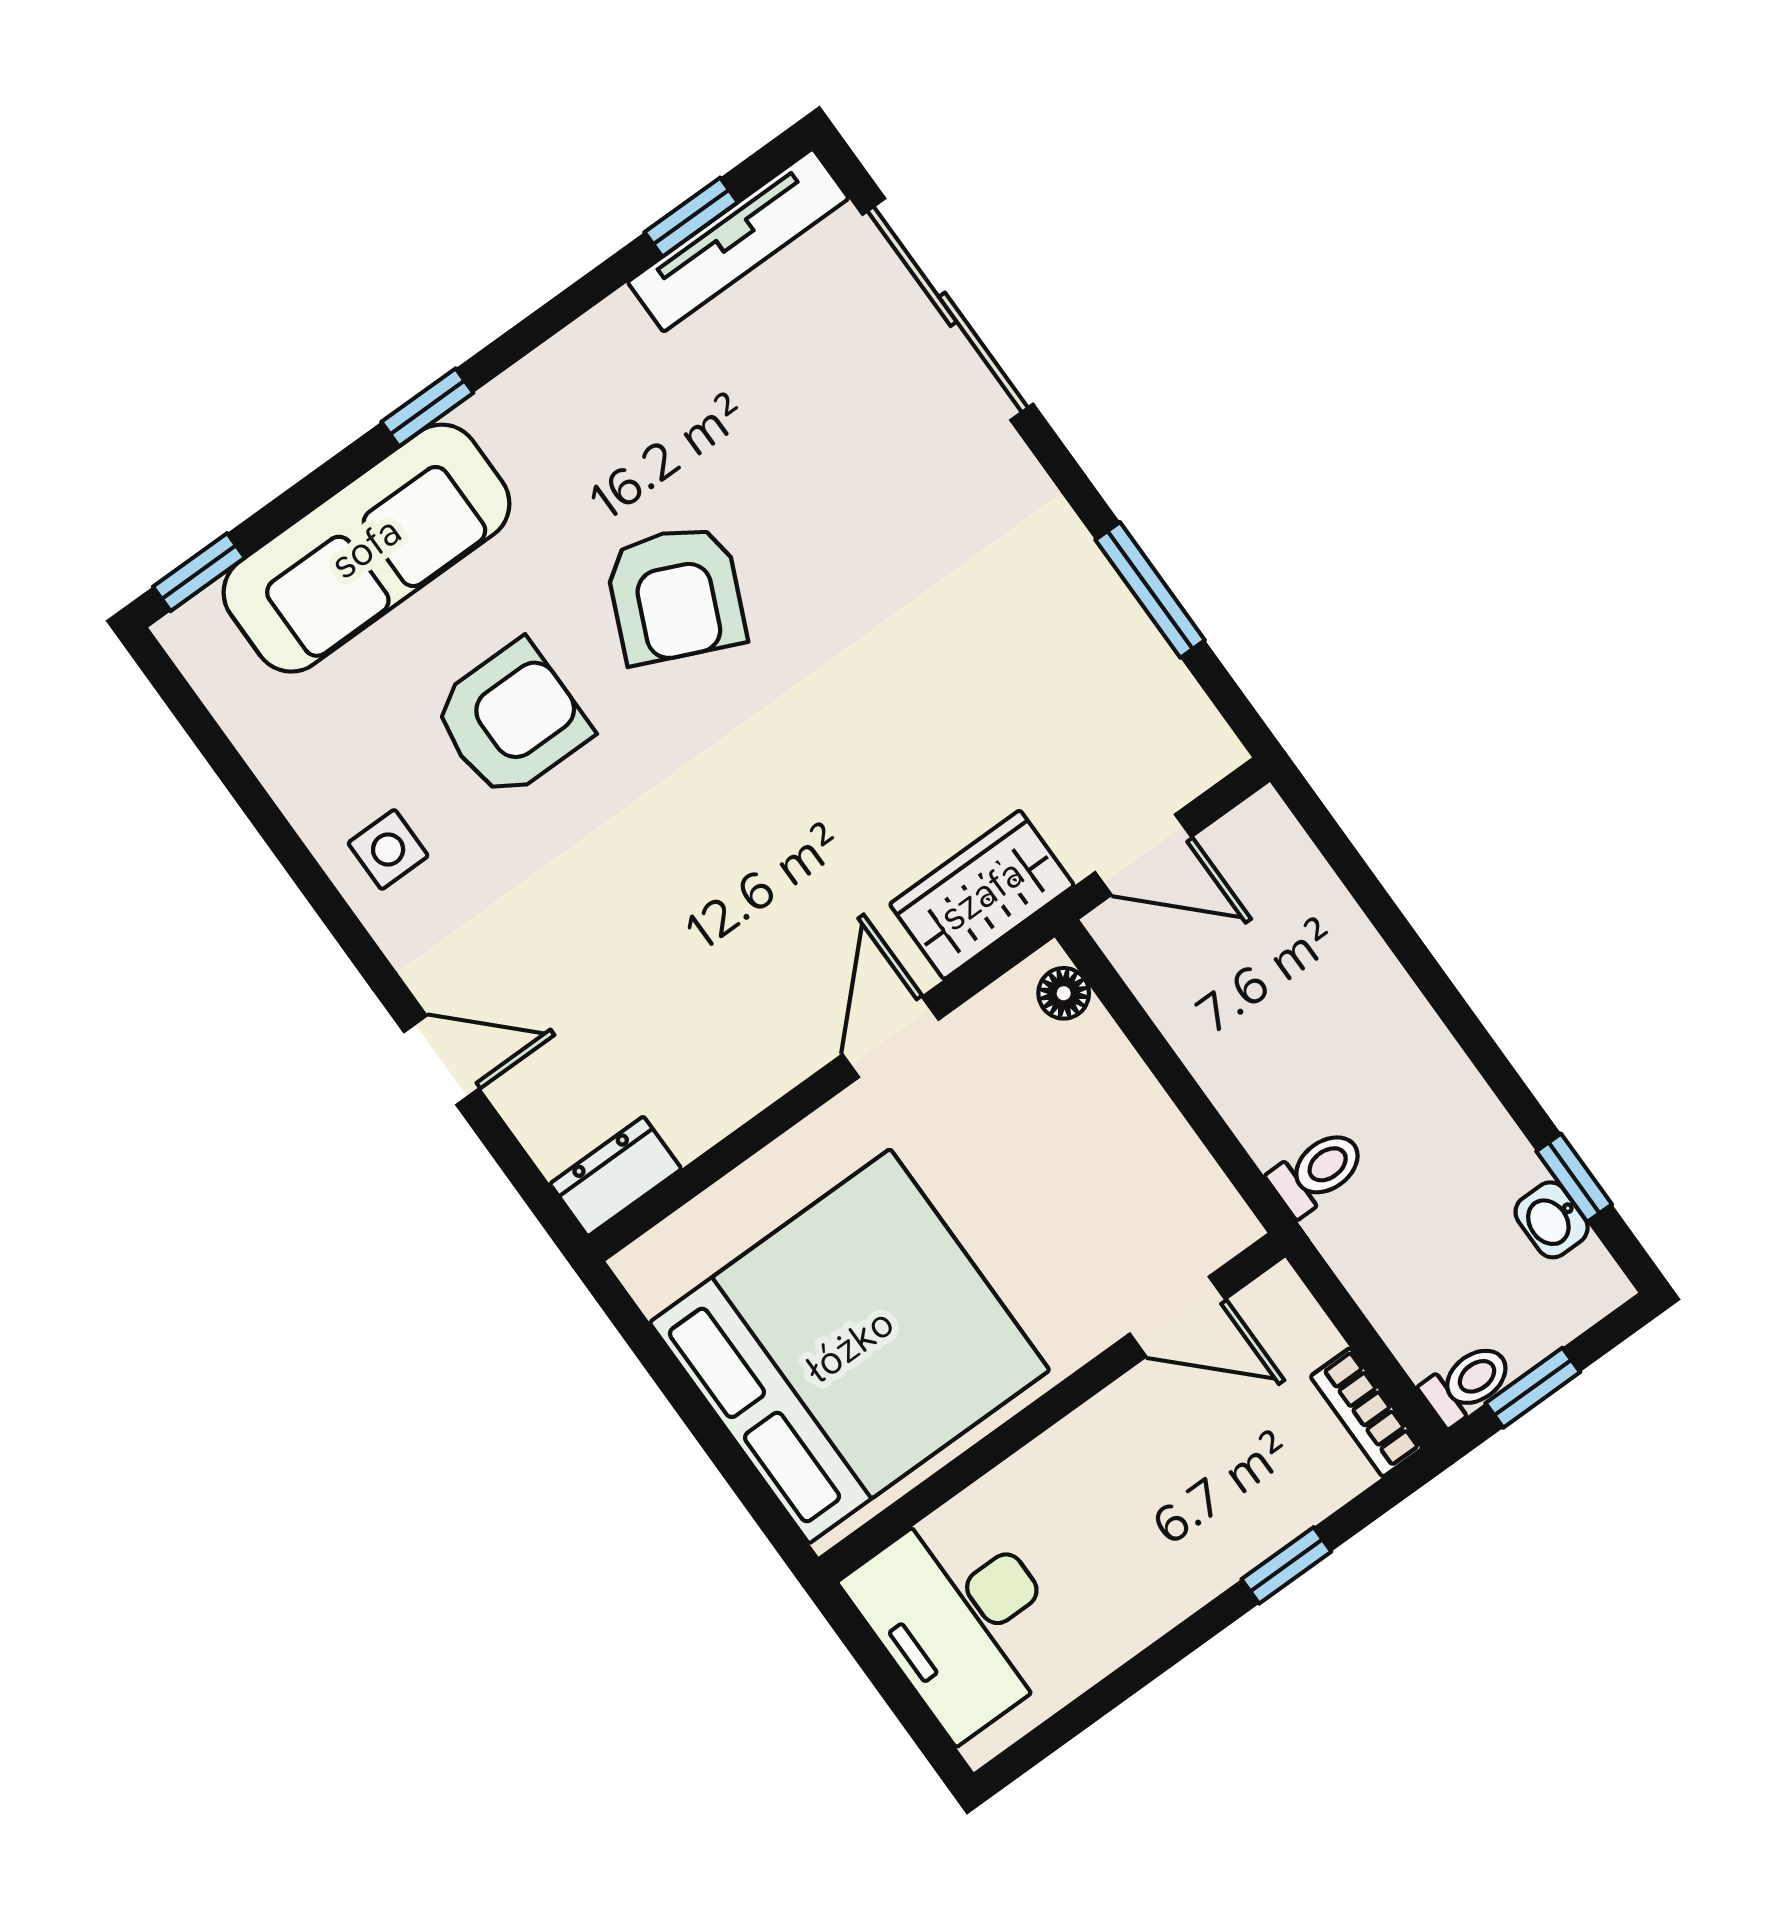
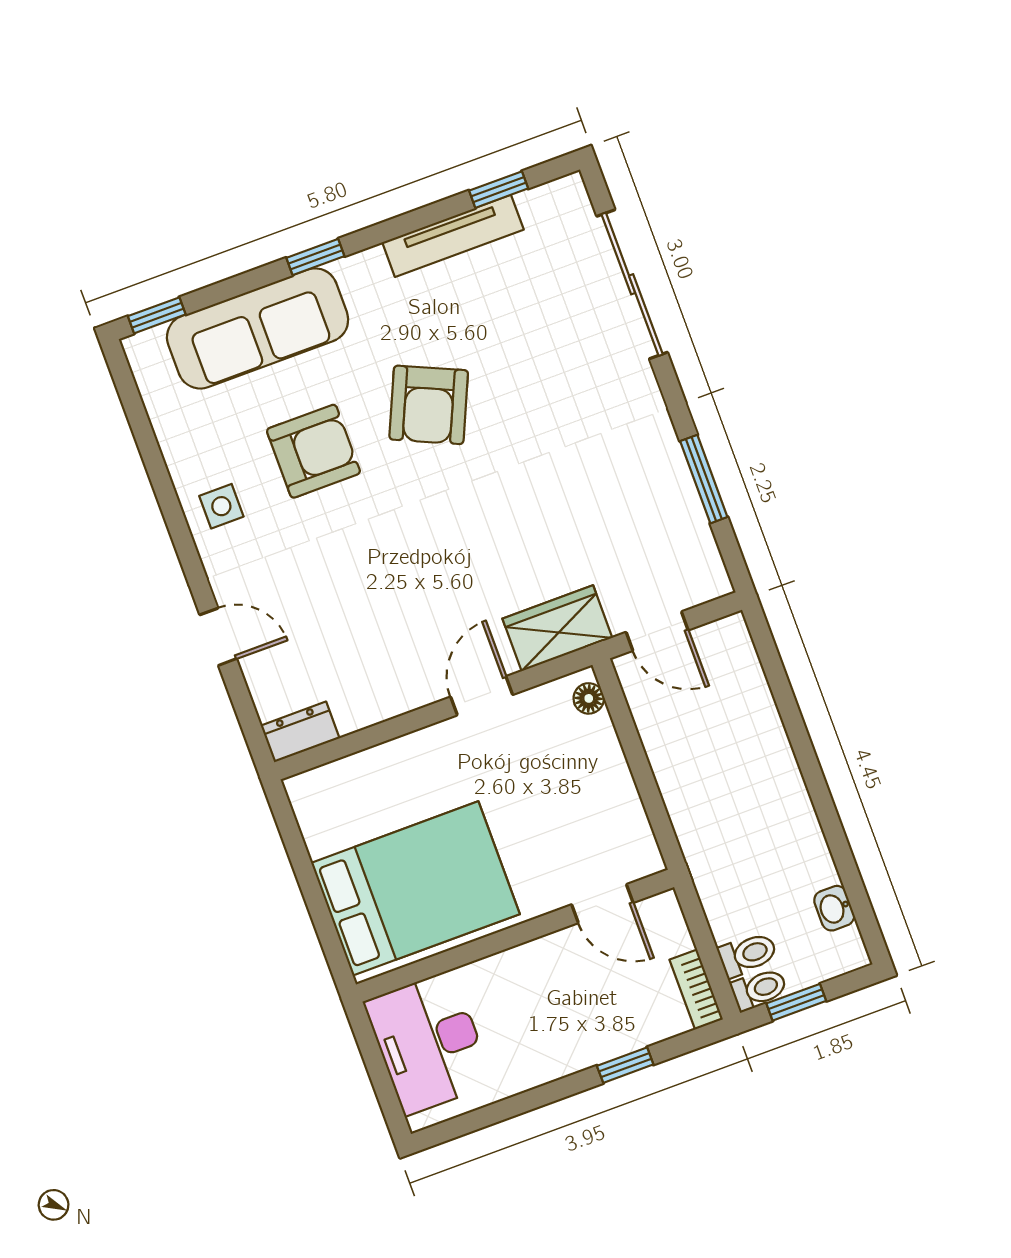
tv unit: (738, 240) -> (453, 236), moved
toilet: (1317, 1172) -> (748, 954), moved
window: (1574, 1178) -> (854, 887), removed
bed: (850, 1346) -> (416, 888), width x0.73

